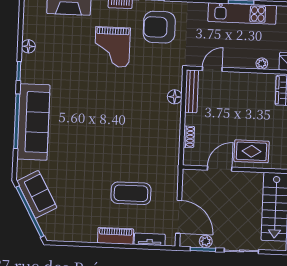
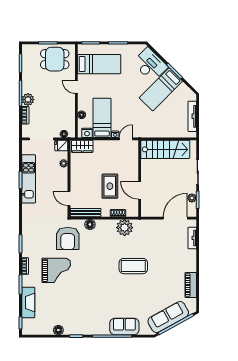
armchair: (159, 27) -> (68, 238), moved
sofa: (33, 122) -> (124, 326), width x0.54, depth x0.79
plant: (168, 145) -> (125, 228), added
rug: (252, 151) -> (110, 186), moved
coffee table: (131, 193) -> (133, 266), moved, turned 90
sofa: (37, 194) -> (168, 317), width x1.36
piano: (116, 236) -> (191, 285), moved

